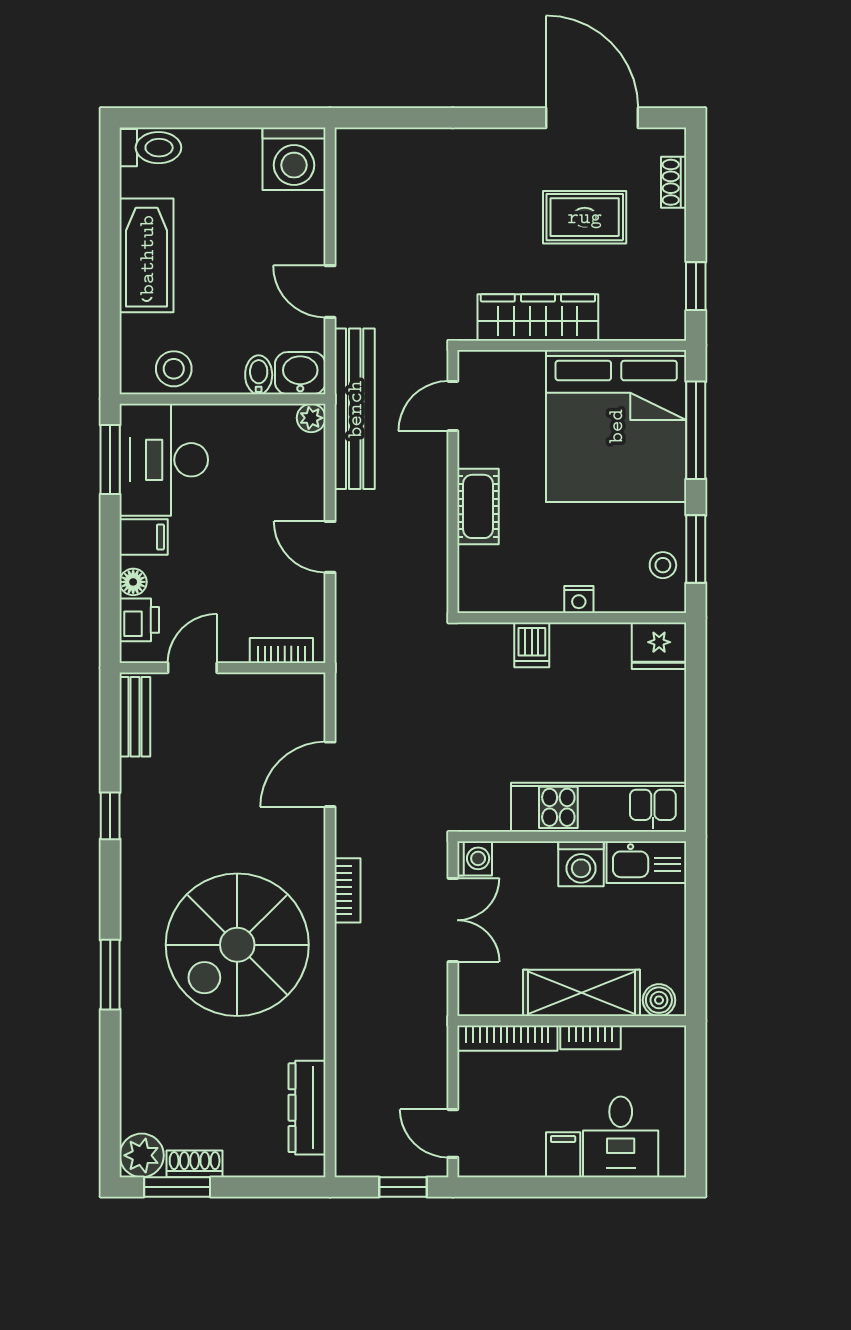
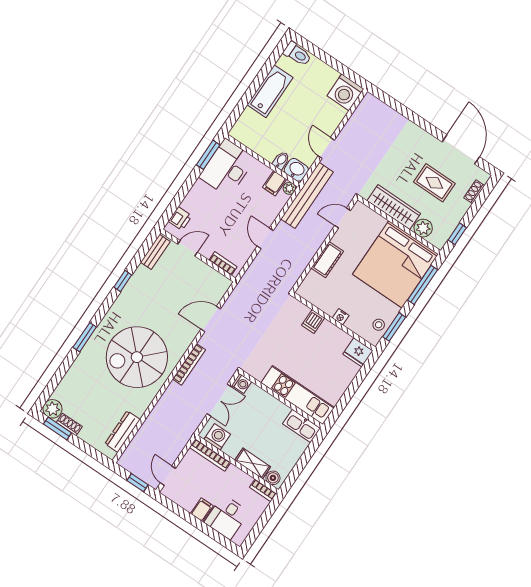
plant: (622, 320) -> (423, 228), added
stool: (174, 369) -> (252, 138), removed
filing cabinet: (144, 537) -> (275, 183), moved, turned 90
floor lamp: (133, 582) -> (187, 204), removed
washing machine: (581, 864) -> (217, 437), moved, turned 180
bookcase: (348, 890) -> (189, 364), width x1.56
shelving: (581, 993) -> (253, 463), width x0.67, depth x0.75
bookcase: (590, 1037) -> (263, 490), moved

